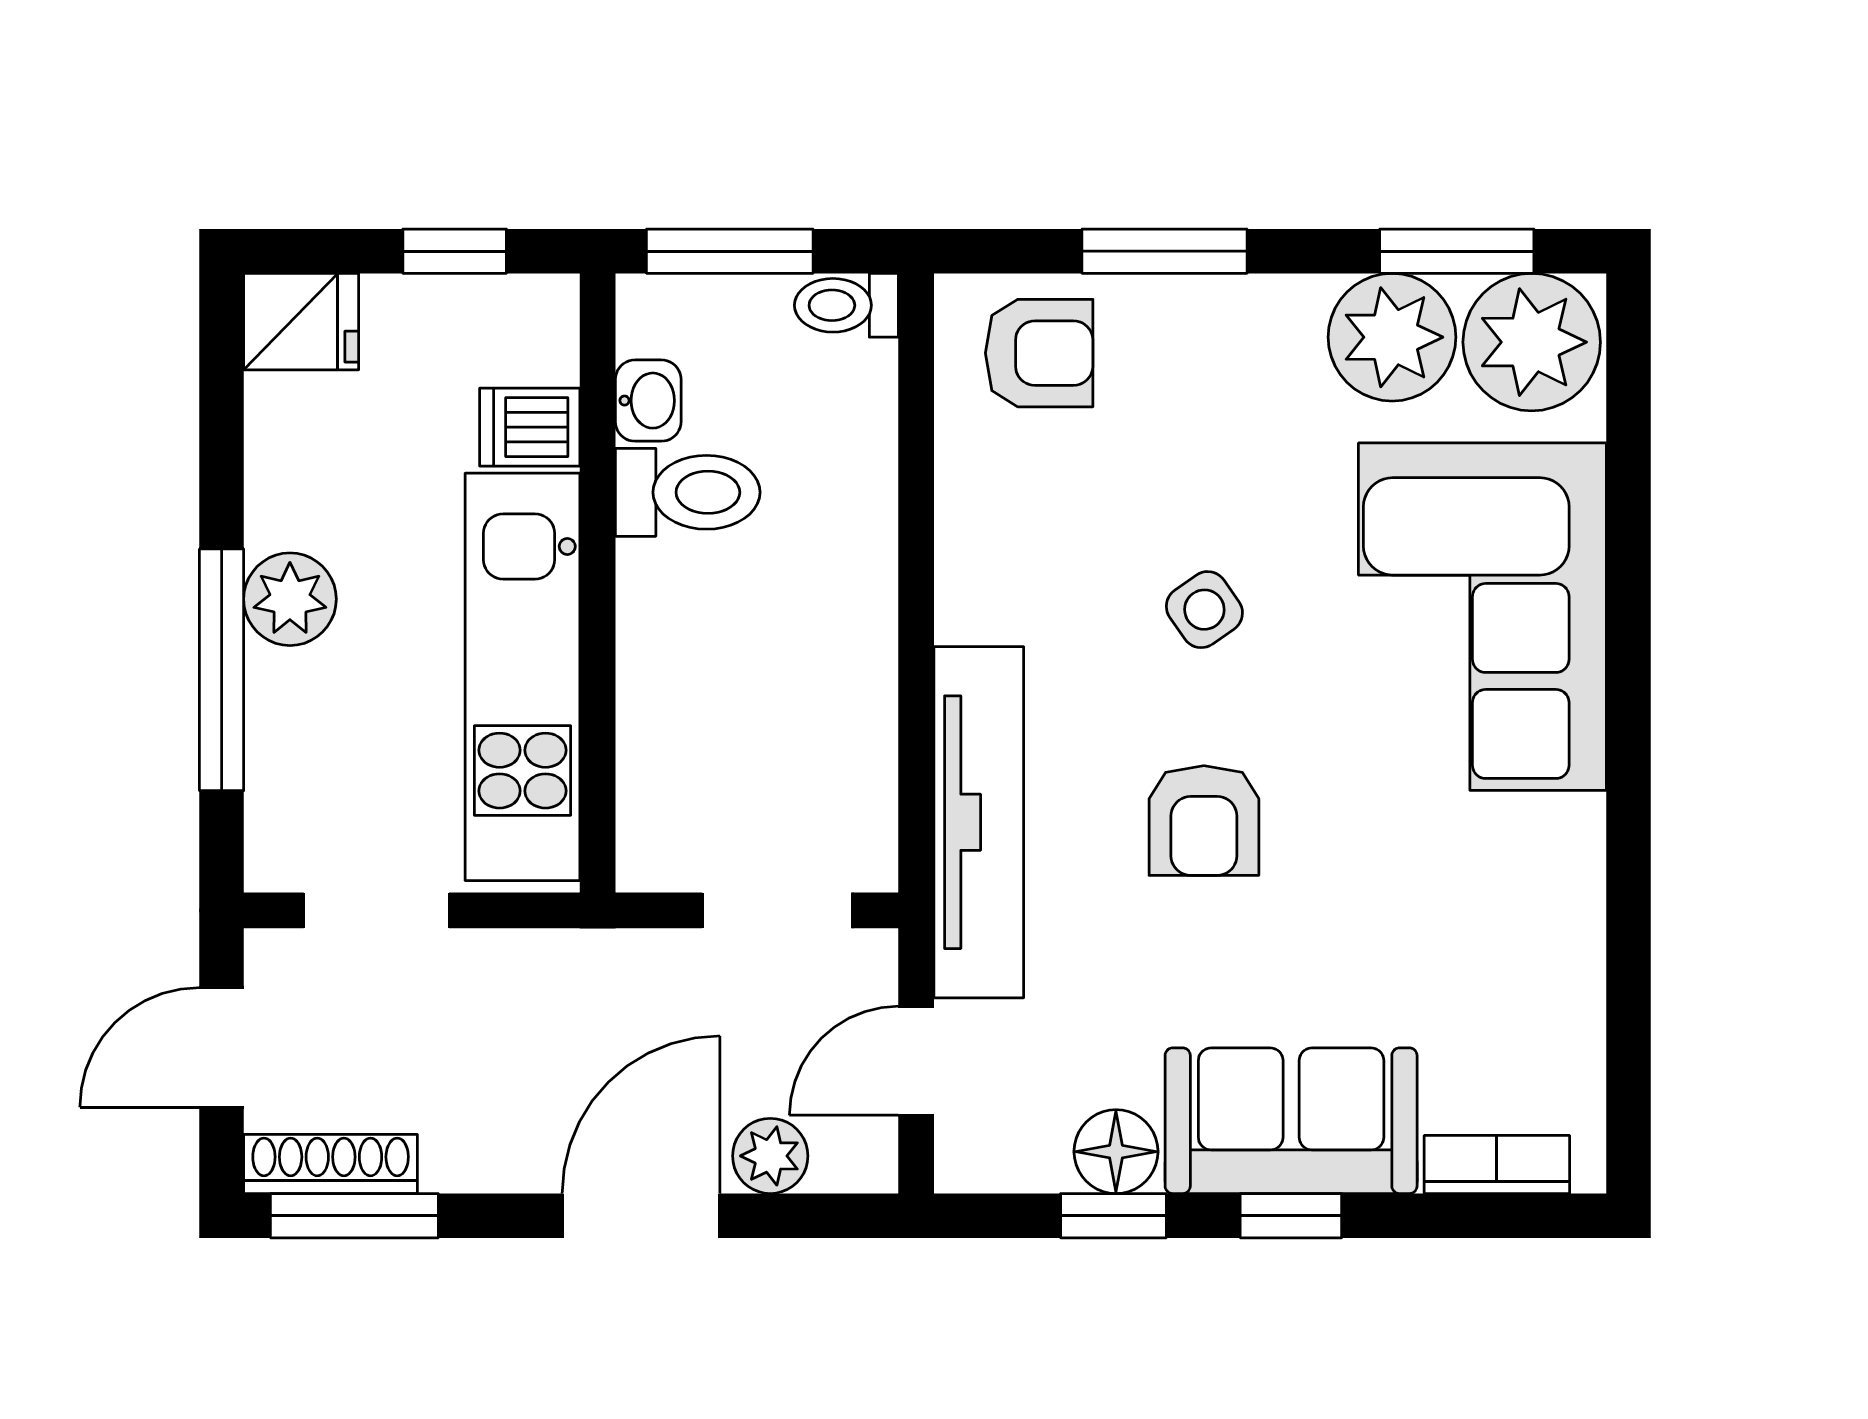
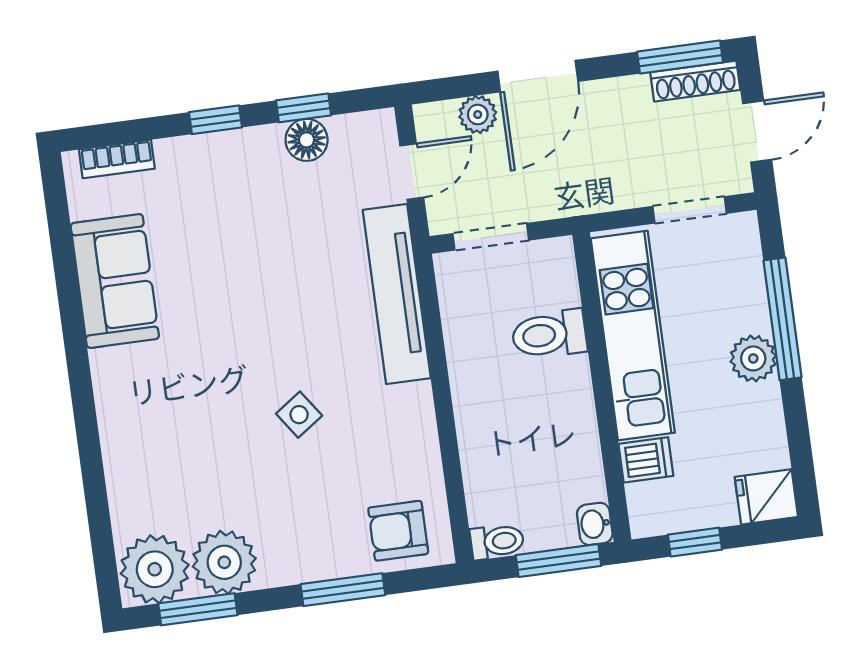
washbasin: (648, 401) -> (595, 524), moved
toilet: (688, 492) -> (549, 334), moved
corner sofa: (1482, 617) -> (161, 430), removed
armchair: (1204, 821) -> (285, 310), removed
sofa: (1291, 1121) -> (115, 281), moved, turned -90

